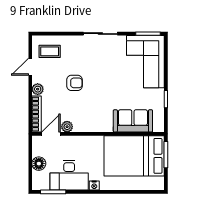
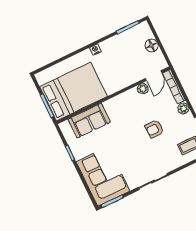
desk: (69, 175) -> (121, 48), removed

